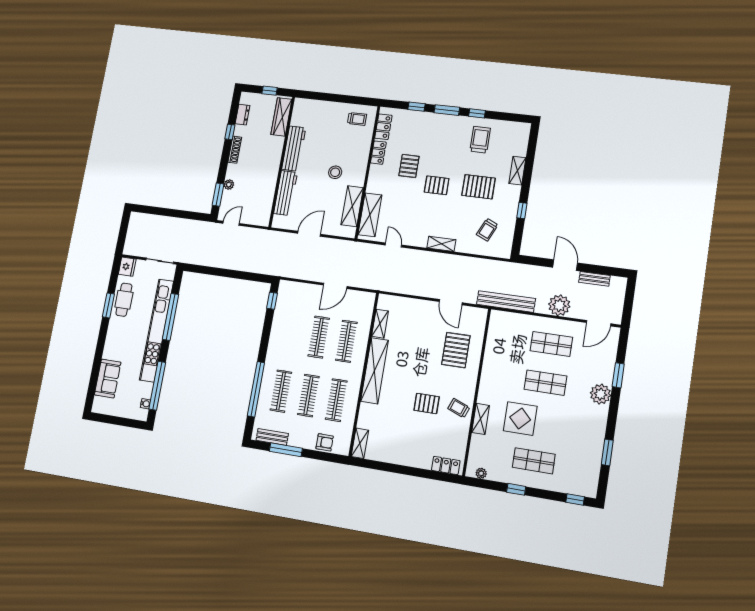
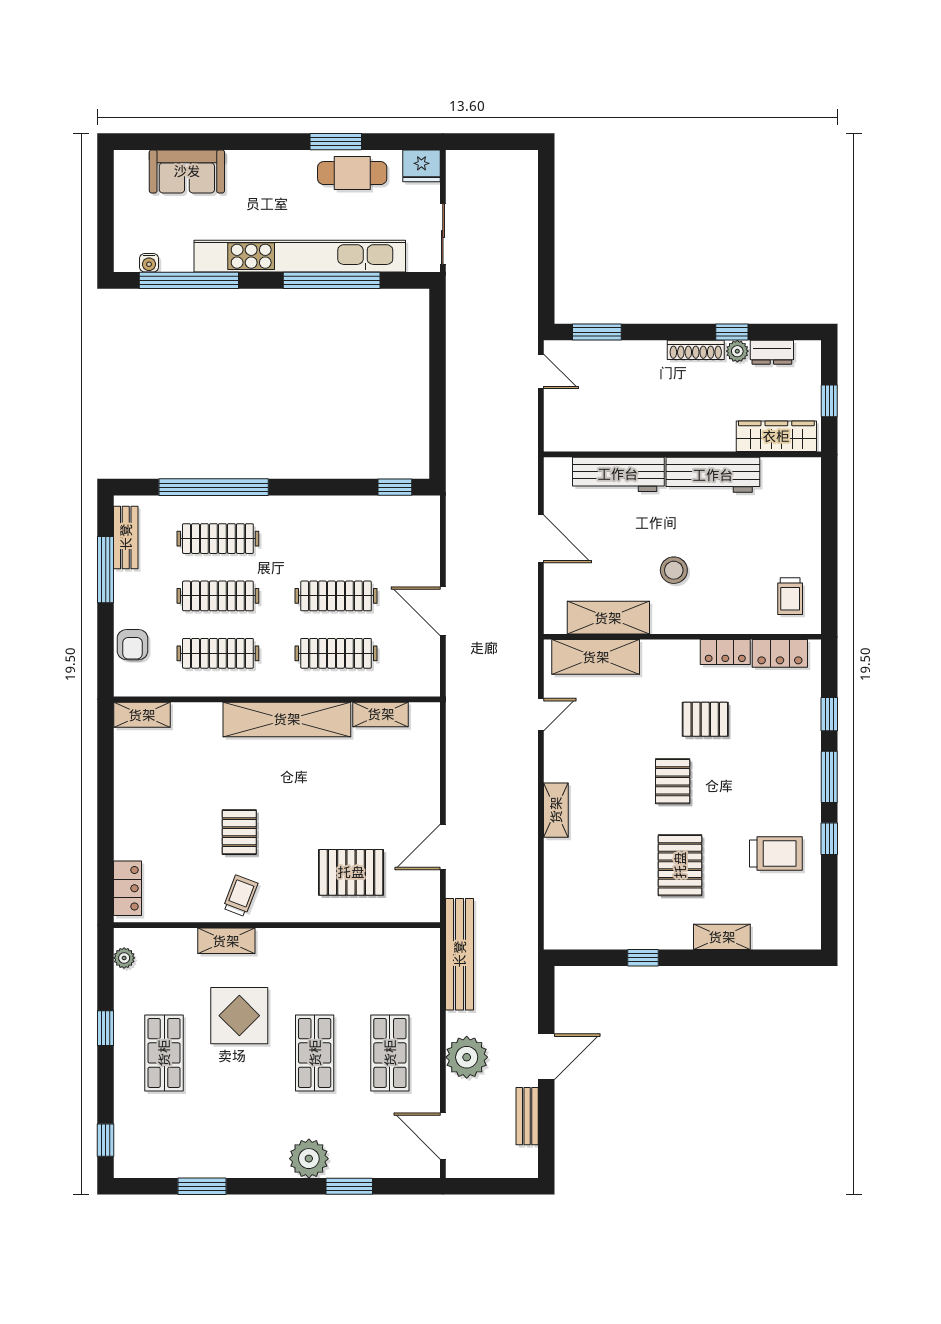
plant: (229, 185) -> (737, 351), moved
trolley: (487, 230) -> (596, 896), removed

